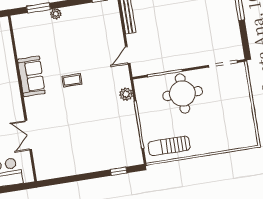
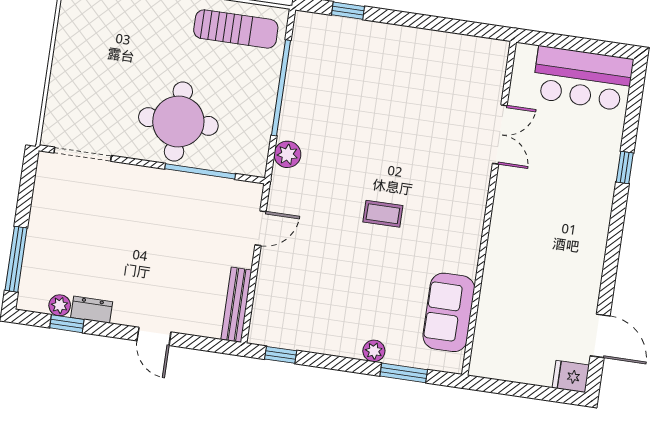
sofa: (31, 76) -> (449, 312), moved

